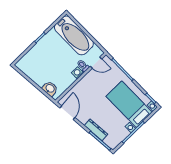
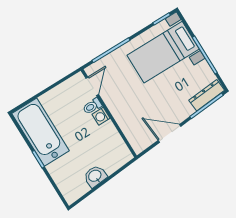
bathtub: (74, 35) -> (41, 132), moved, turned -90
washbasin: (50, 89) -> (95, 176), moved
door: (67, 113) -> (170, 133), moved
dresser: (96, 130) -> (207, 95), moved

